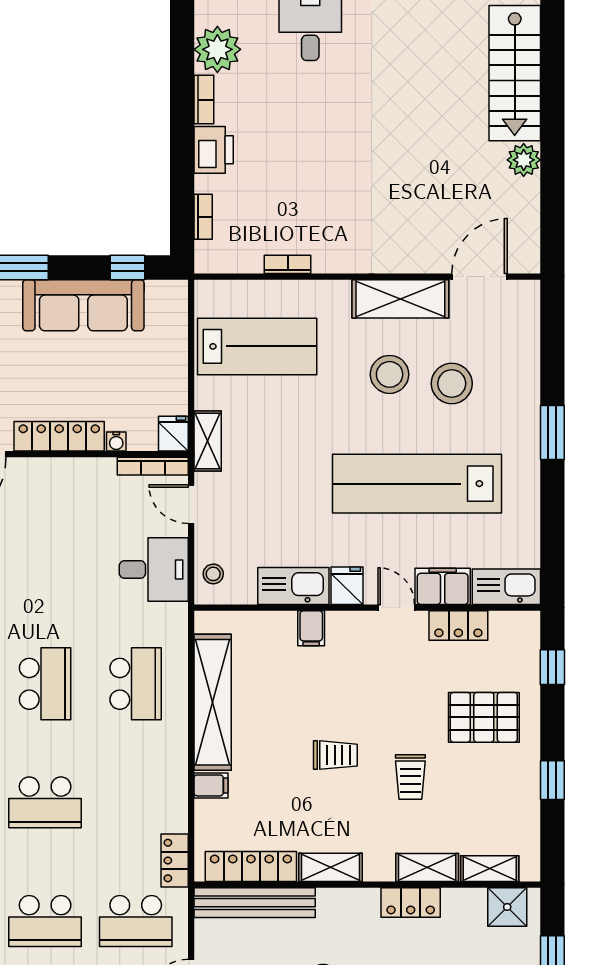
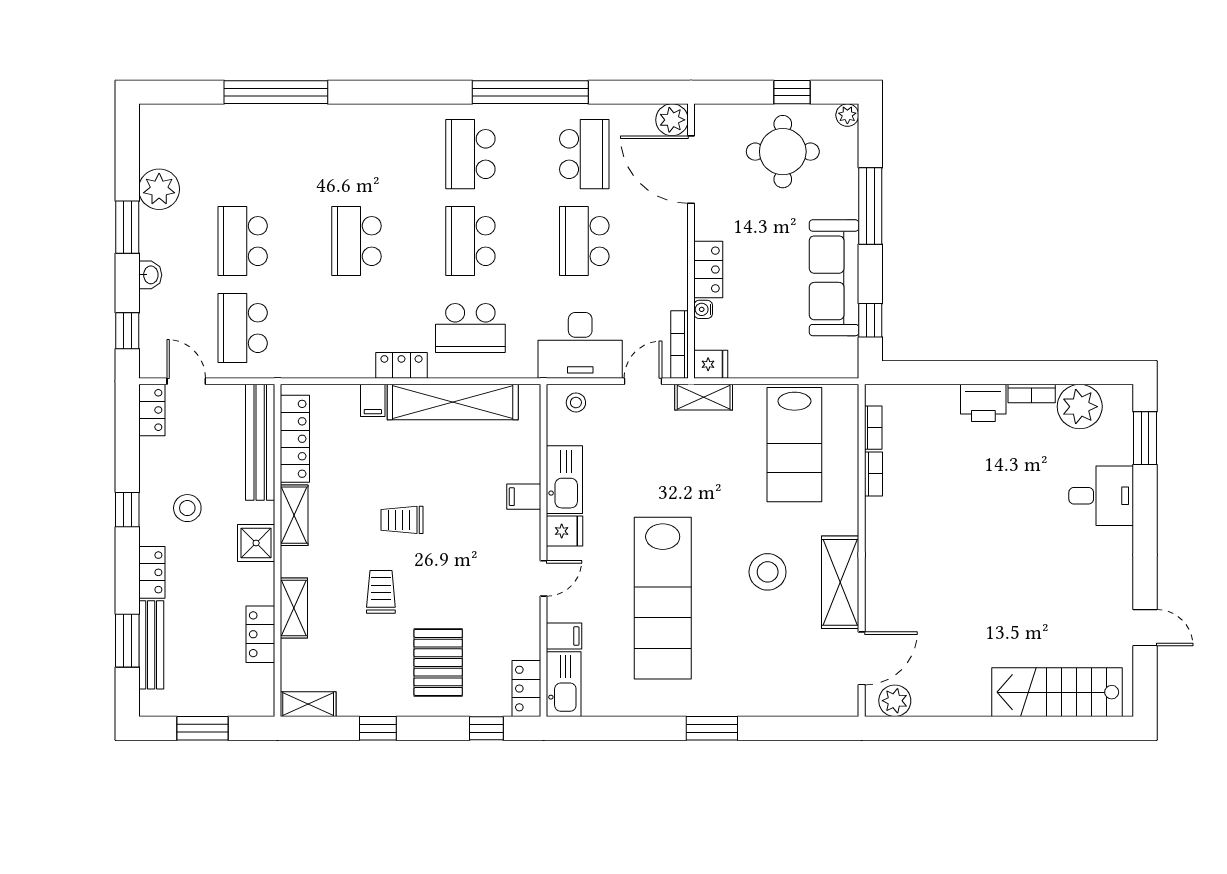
plant: (524, 160) -> (895, 701), moved
bookcase: (203, 217) -> (873, 428), moved, turned -90
door: (480, 277) -> (862, 658), hinge flipped
stool: (452, 384) -> (759, 632), removed
locker: (59, 436) -> (708, 269), width x0.66
lab bench: (417, 484) -> (663, 598), turned 180
school desk: (45, 565) -> (584, 241), added
desk: (154, 569) -> (580, 345), width x1.37
filing cabinet: (443, 586) -> (564, 636), width x0.50
locker: (458, 625) -> (526, 689), moved
school desk: (45, 684) -> (470, 241), turned 90
trolley: (335, 755) -> (402, 520), turned 90
trolley: (410, 777) -> (381, 592), turned 90
locker: (175, 861) -> (401, 365), moved
shelving: (490, 869) -> (308, 704), moved, turned 90
locker: (411, 902) -> (260, 634), moved
shower: (507, 907) -> (256, 543), moved

